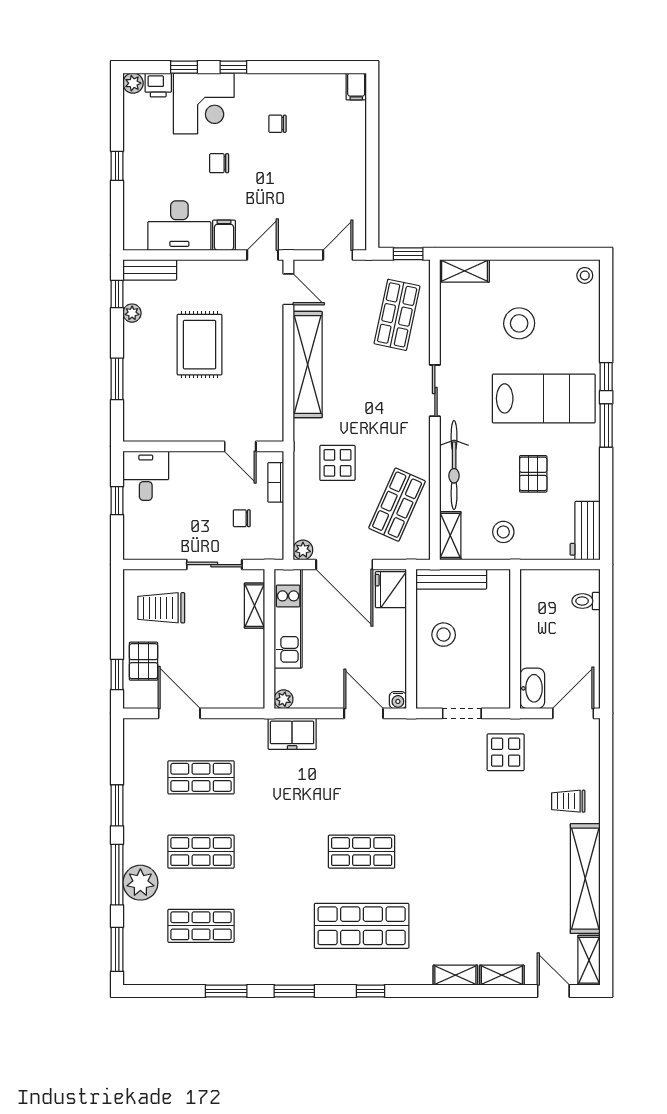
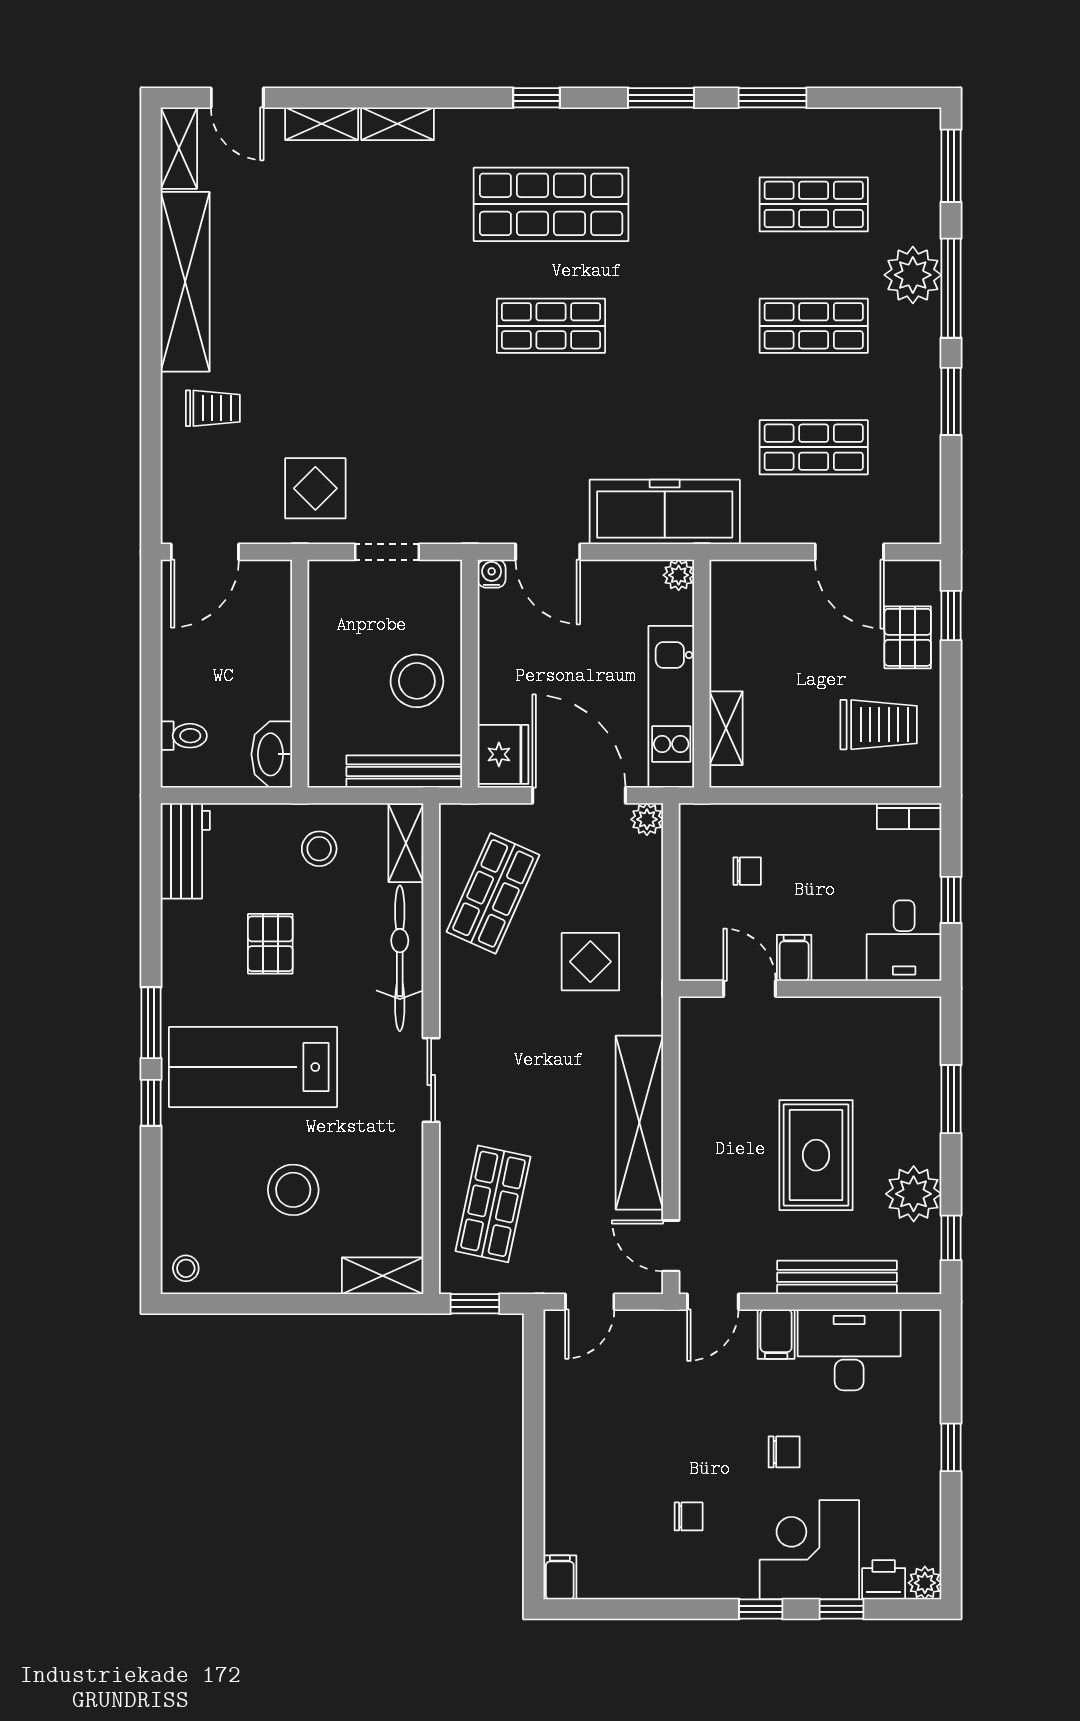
bench: (150, 270) -> (837, 1277), moved, width x1.36
plant: (132, 313) -> (914, 1194), width x1.88, depth x1.88
filing cabinet: (213, 465) -> (794, 958), added
bookcase: (276, 482) -> (909, 816), moved, turned 90
sliding door: (214, 565) -> (792, 795), removed
stool: (444, 635) -> (417, 681), width x1.38, depth x1.38
washbasin: (532, 688) -> (272, 754), moved
freezer: (292, 734) -> (665, 512), width x1.91, depth x1.26

